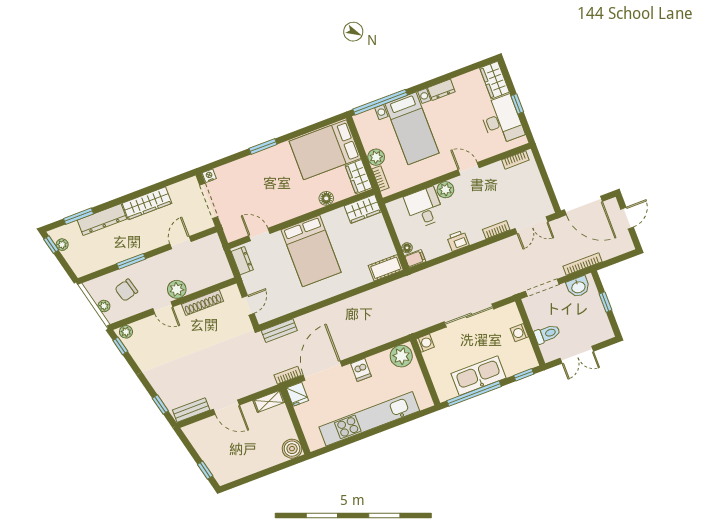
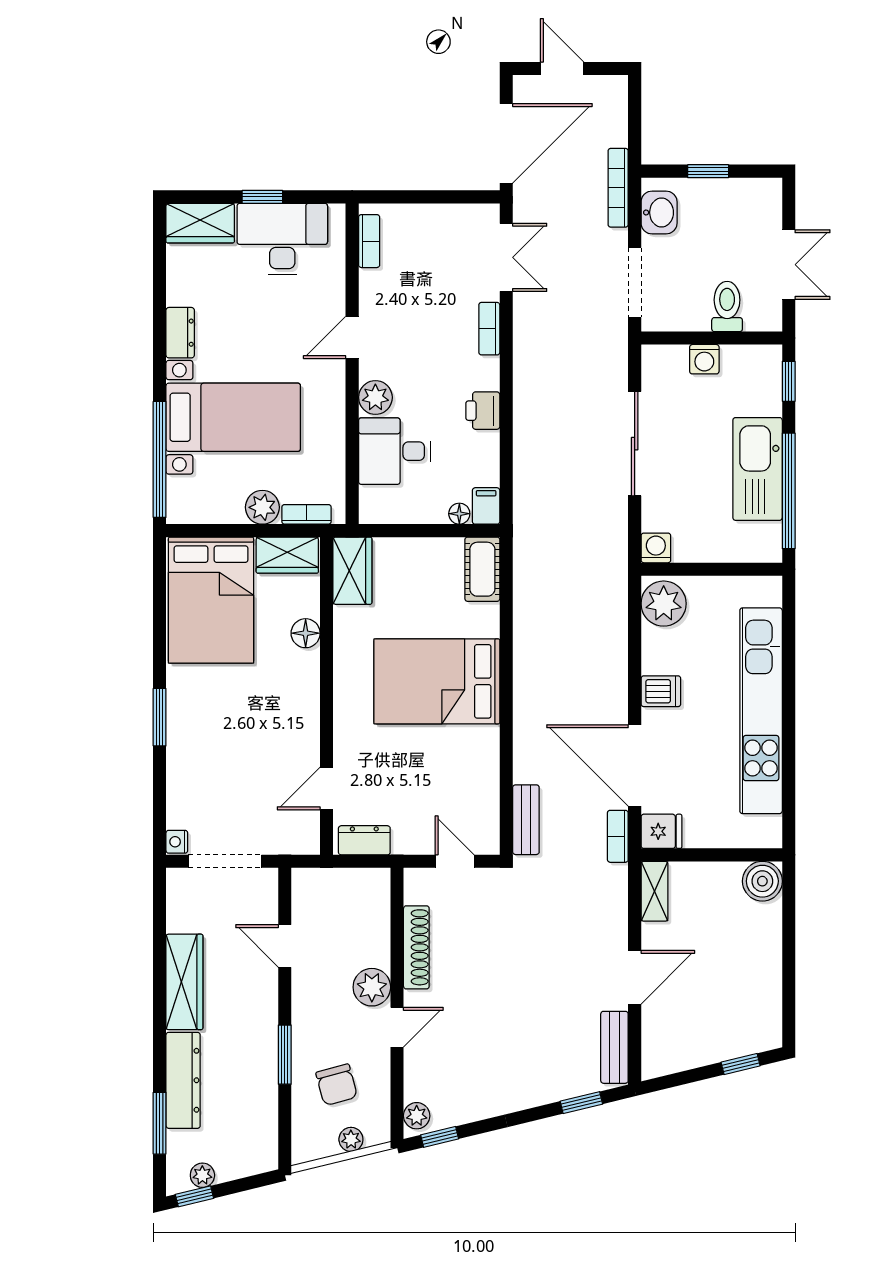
bed: (311, 251) -> (437, 681), moved, turned 180

